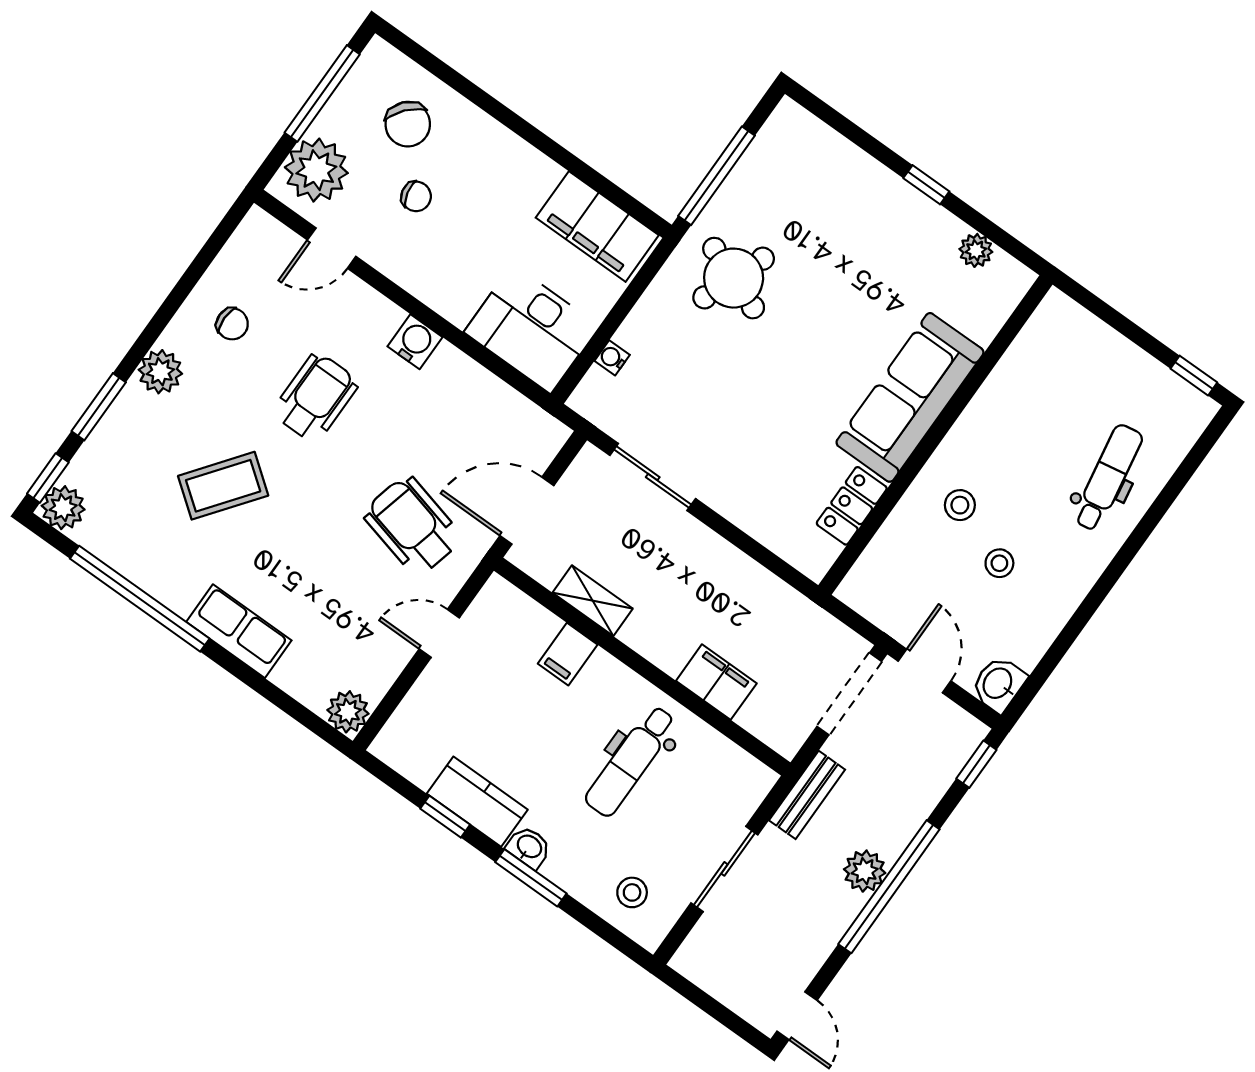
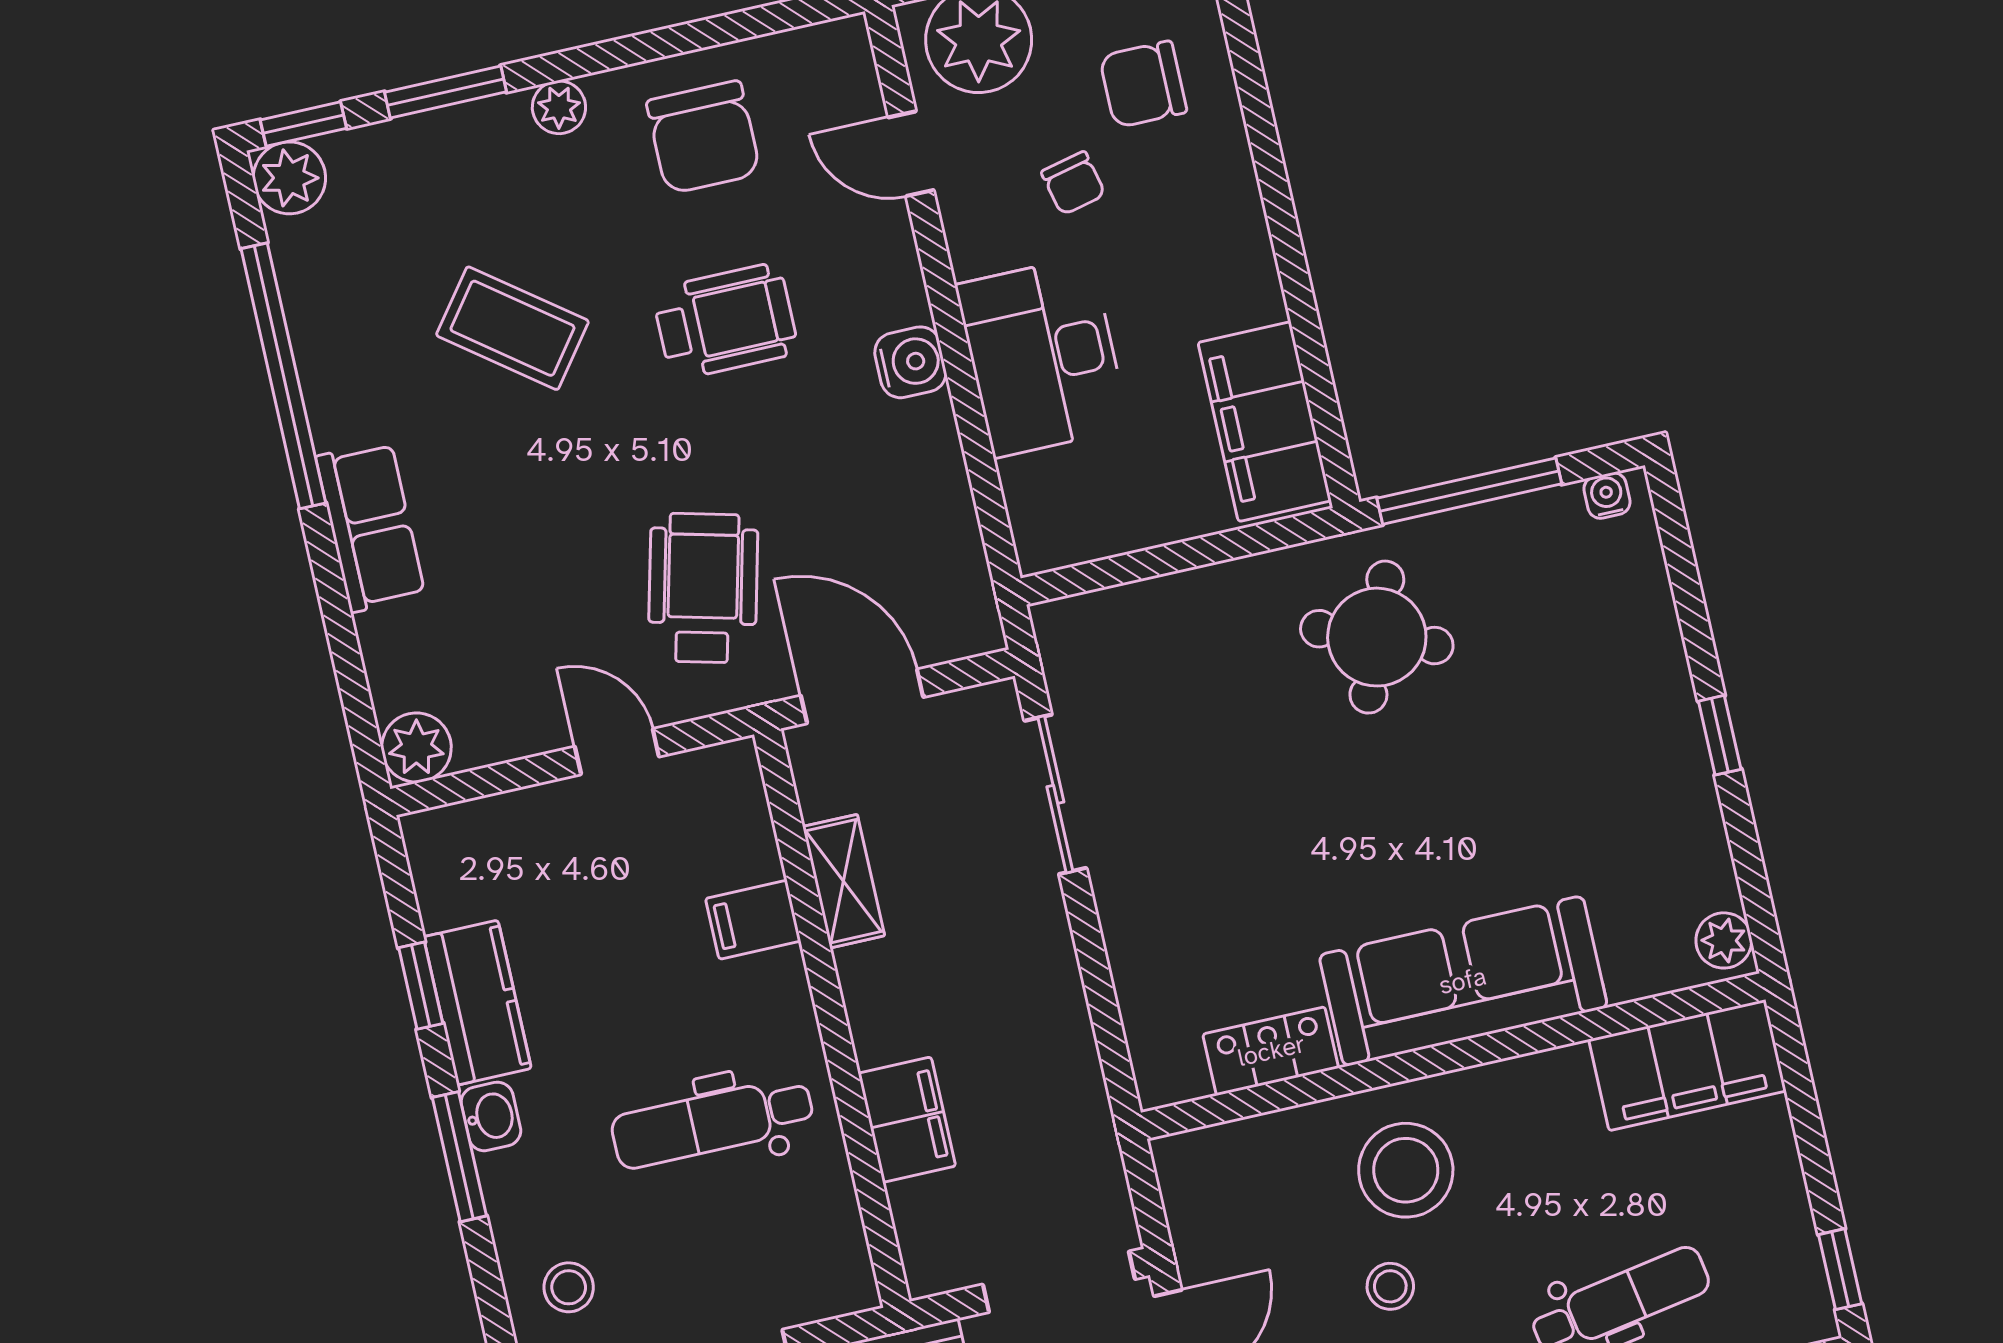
chair: (408, 124) -> (1143, 84), turned 49
plant: (976, 250) -> (1724, 940), moved
chair: (232, 324) -> (703, 137), width x1.87, depth x1.87
desk: (531, 329) -> (1042, 356), moved
filing cabinet: (1044, 345) -> (1687, 1065), added
water cooler: (612, 358) -> (1607, 496), moved
plant: (160, 372) -> (559, 107), width x0.73, depth x0.73
stool: (960, 505) -> (1406, 1170), width x1.89, depth x1.89

